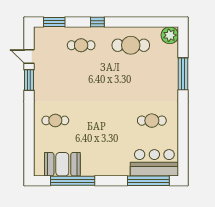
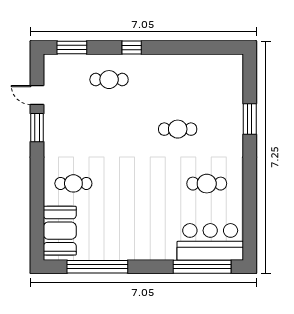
plant: (170, 35) -> (232, 66), removed
cafe table: (131, 45) -> (178, 129), moved, width x0.73, depth x0.74
window: (183, 74) -> (250, 119), width x0.69
booth: (62, 164) -> (60, 231), moved, turned 90

